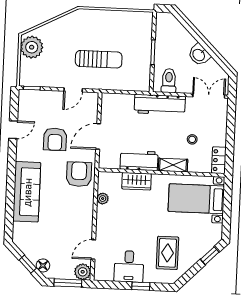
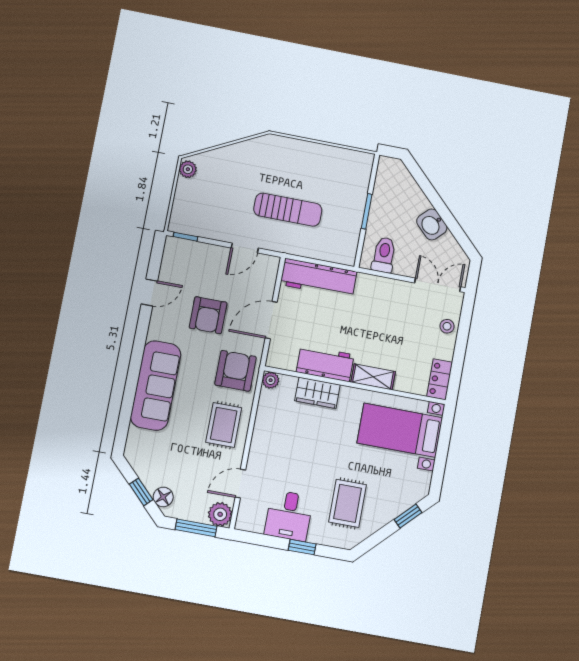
plant: (32, 47) -> (188, 169), width x0.53, depth x0.53
workbench: (160, 105) -> (319, 278), moved
stool: (192, 139) -> (447, 326), moved
plant: (103, 199) -> (271, 380), moved
rug: (76, 212) -> (224, 425), added

